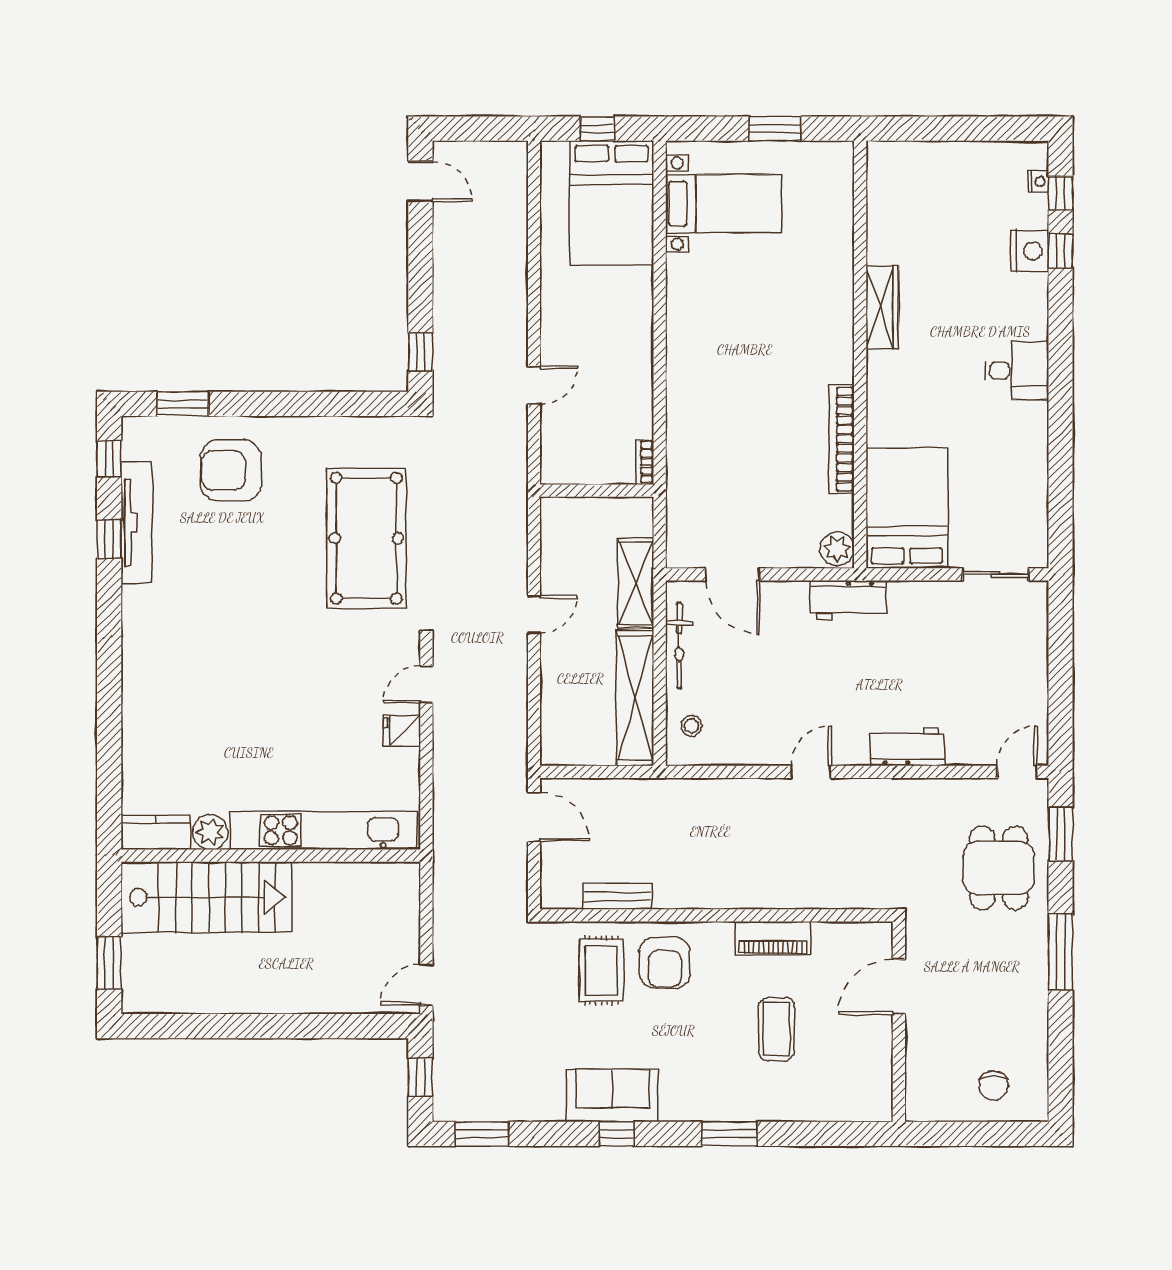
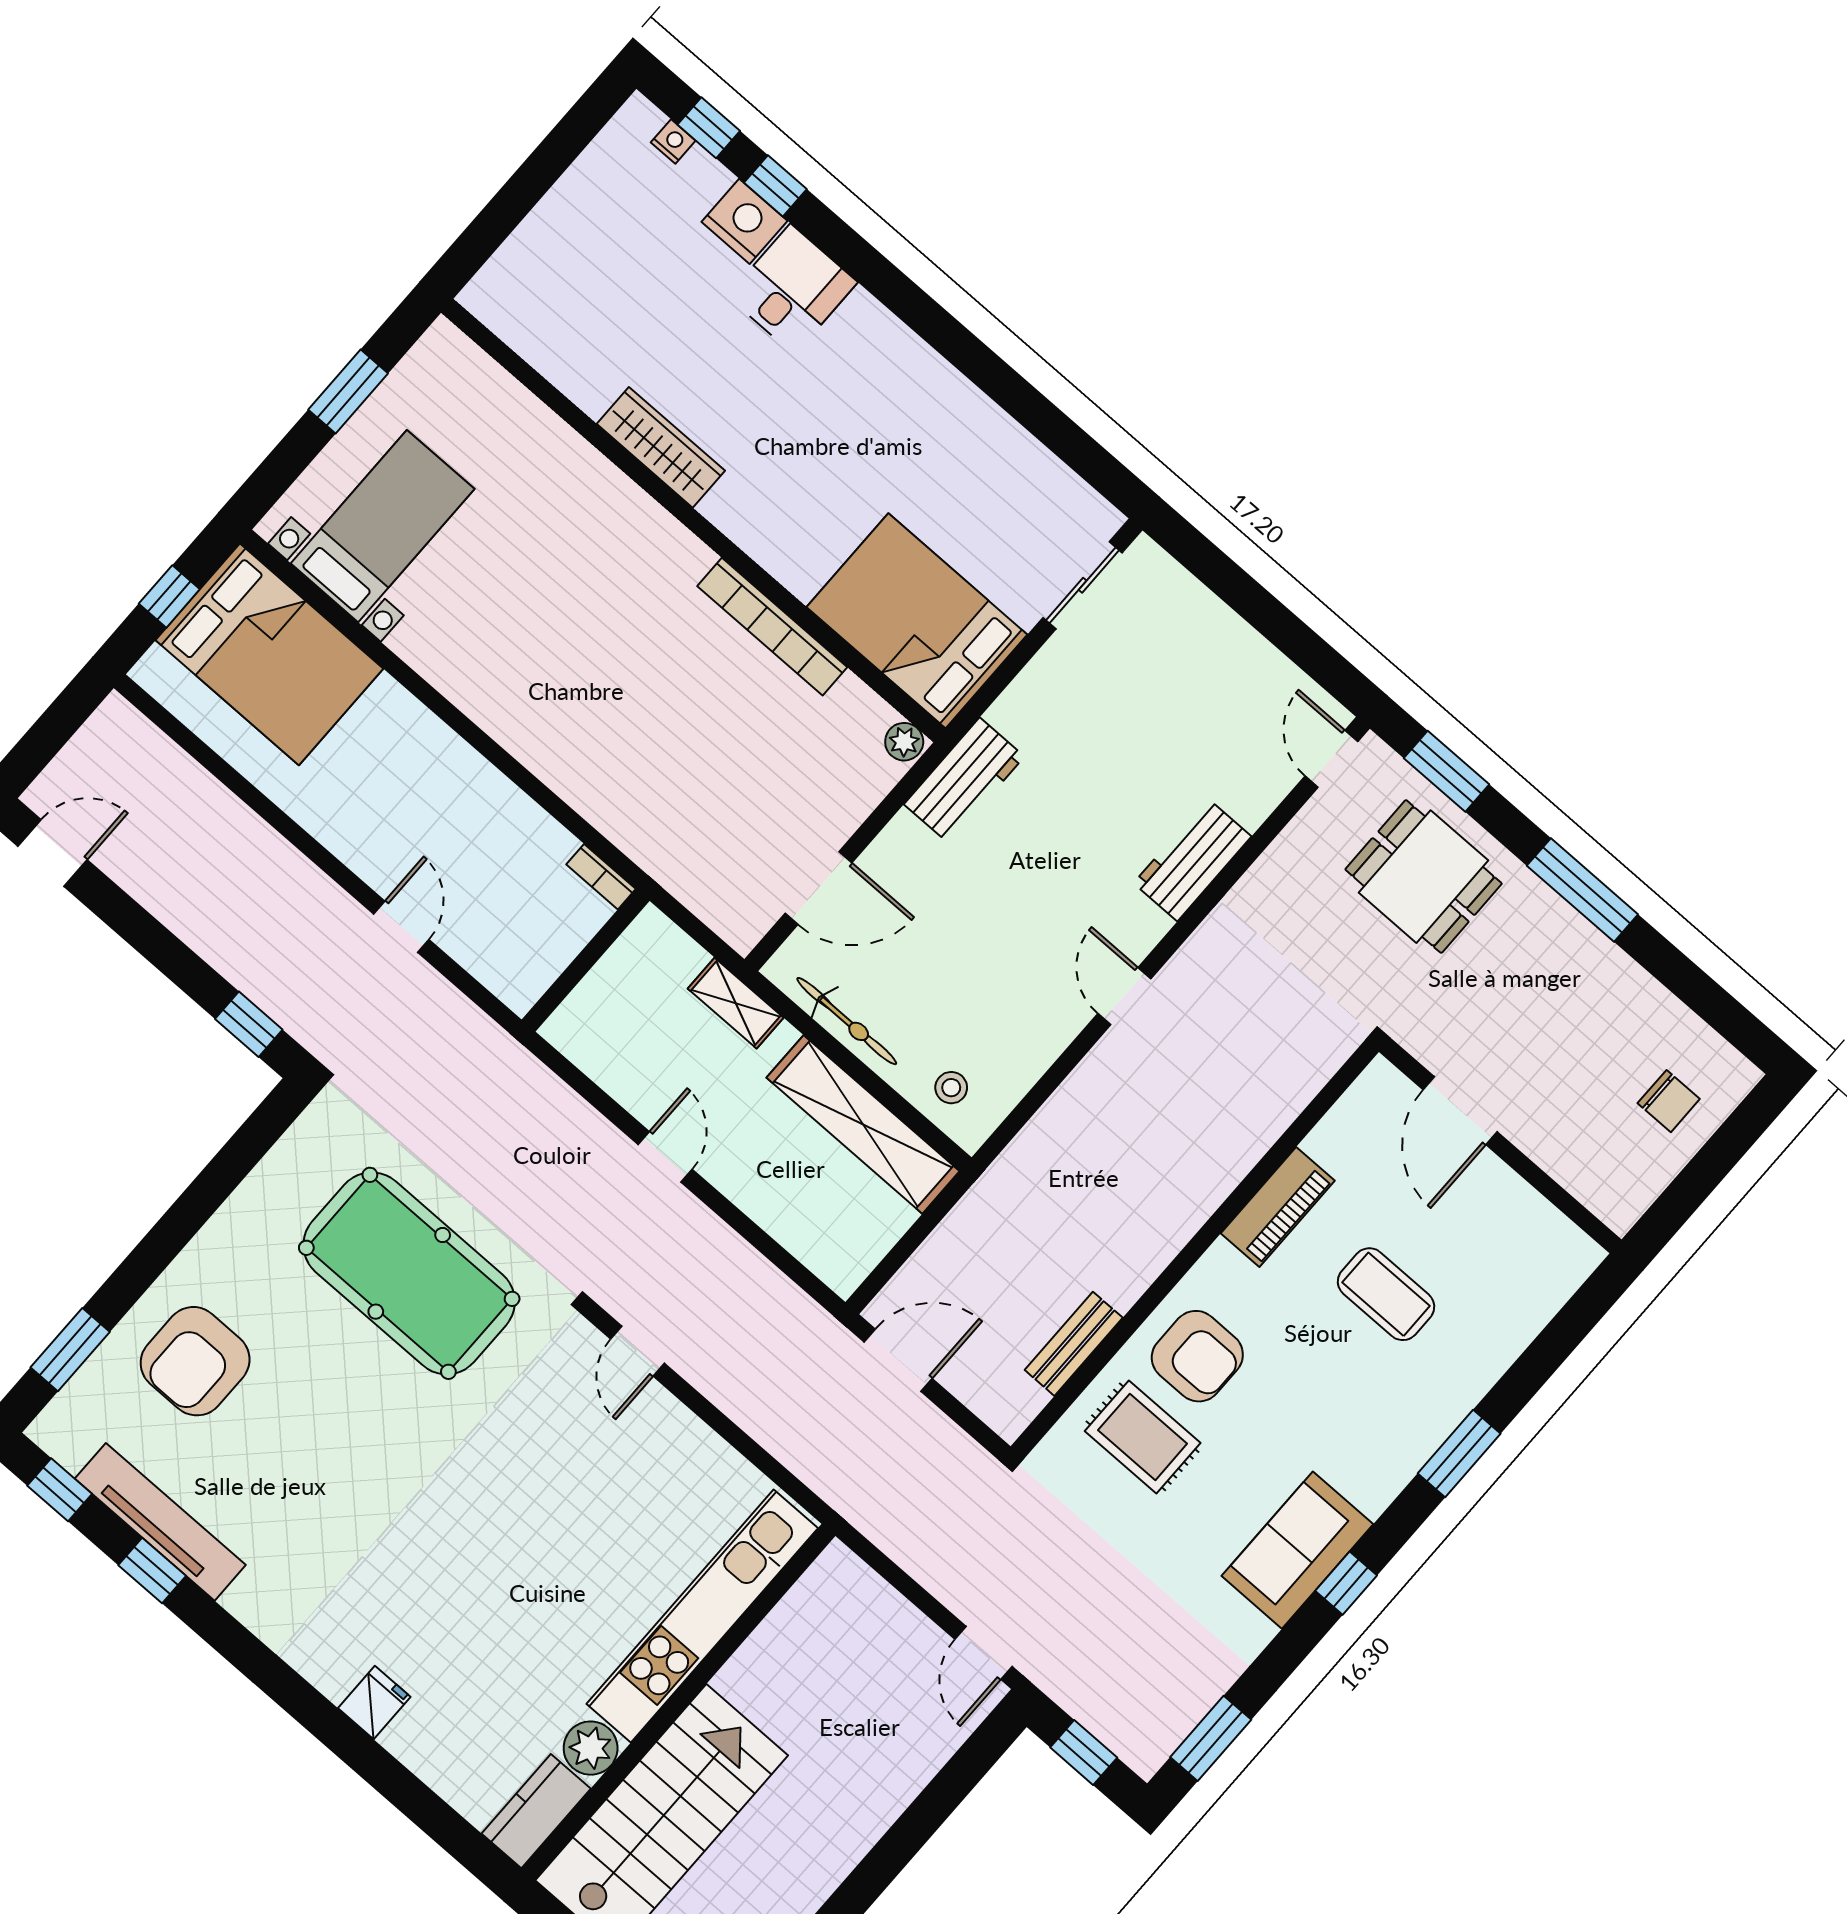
desk: (1017, 371) -> (792, 289), moved
plant: (837, 549) -> (904, 742), width x0.73, depth x0.73
shelving: (636, 583) -> (736, 1003), width x0.67, depth x0.75
fridge: (402, 731) -> (374, 1703), moved, turned 180

